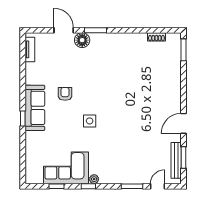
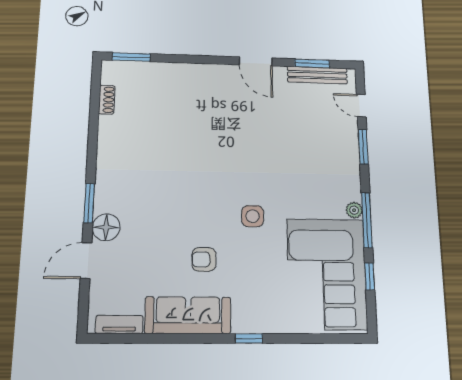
sofa: (35, 108) -> (188, 315), moved
corner sofa: (66, 168) -> (327, 274), width x1.36, depth x1.36
window: (88, 186) -> (367, 220), width x2.17

